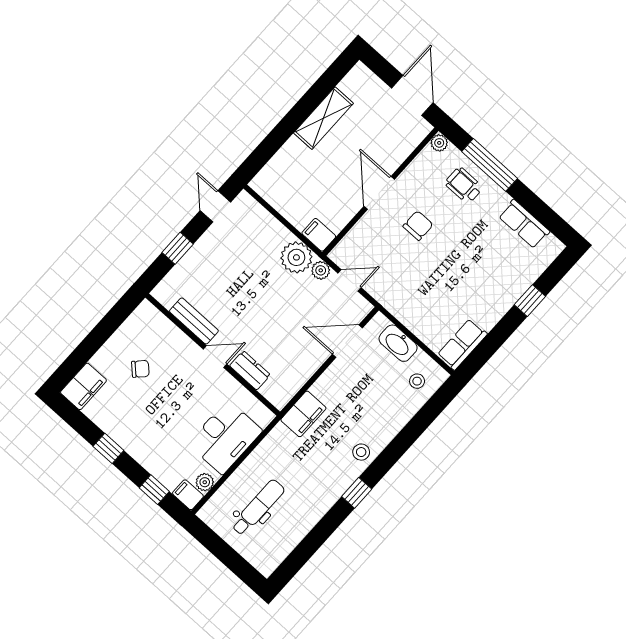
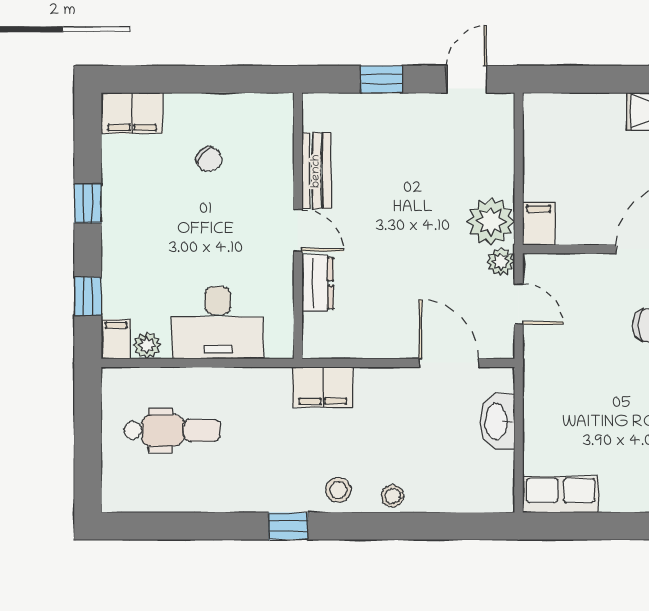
stool: (417, 381) -> (393, 496), moved

